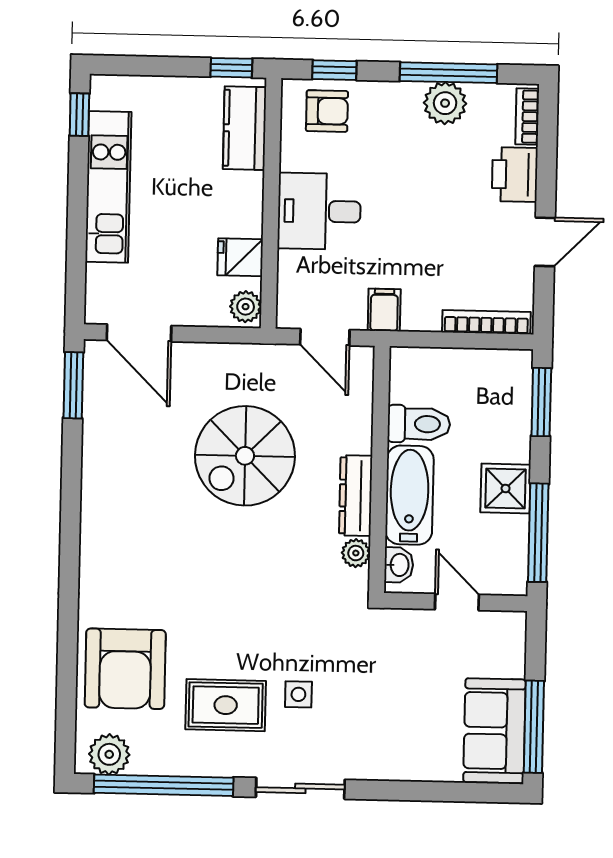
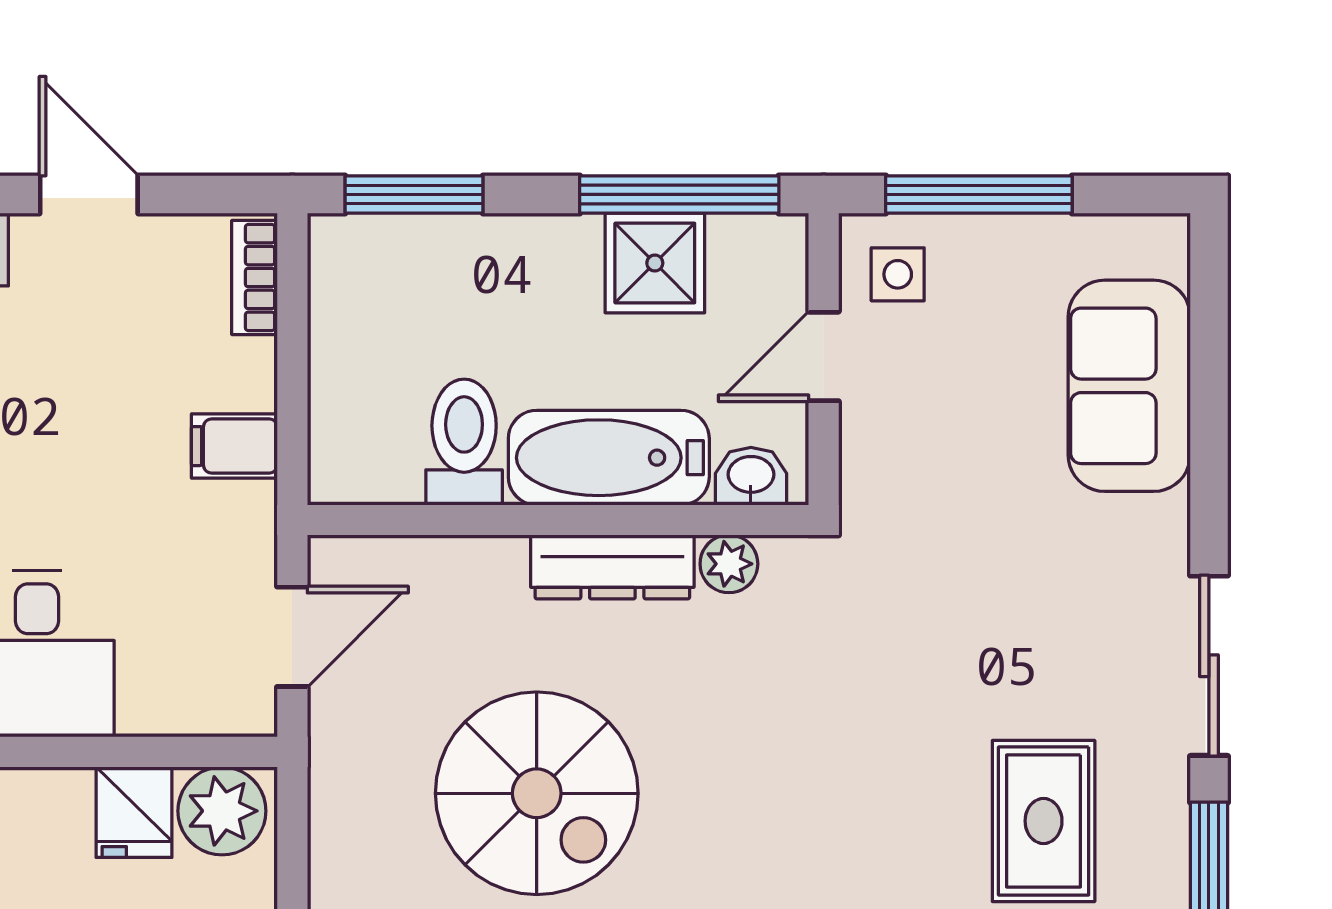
plant: (246, 307) -> (222, 811), width x1.38, depth x1.38
filing cabinet: (384, 310) -> (234, 446), moved
bookcase: (486, 322) -> (255, 278), width x0.64
shower: (506, 489) -> (655, 263), moved
side table: (298, 694) -> (898, 274), moved
window: (534, 727) -> (979, 194), moved
sofa: (494, 731) -> (1129, 386), moved, turned 90

